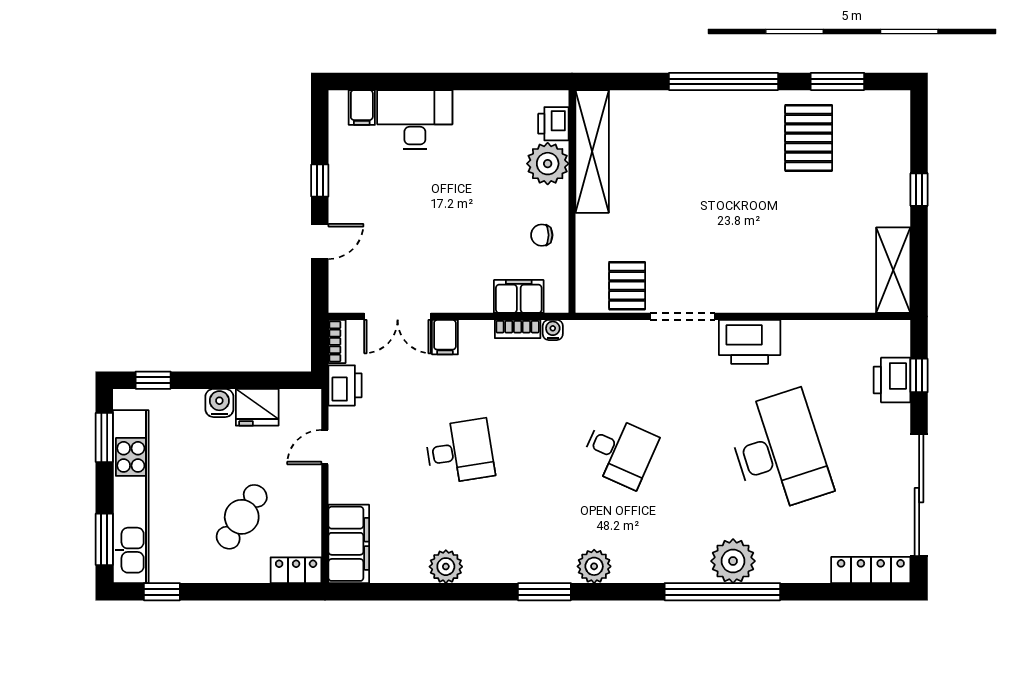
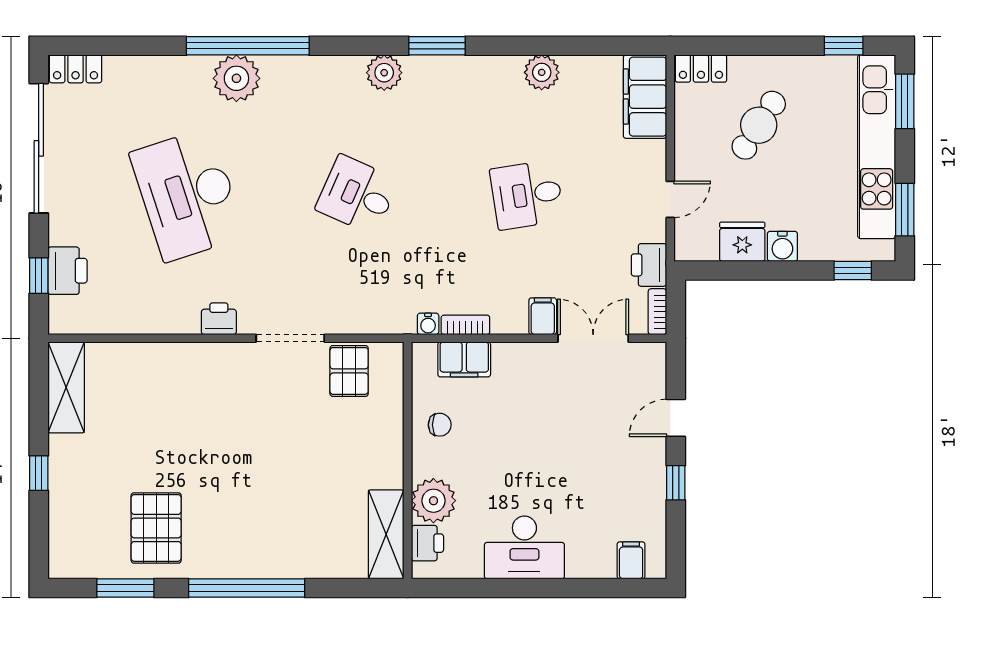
desk: (415, 120) -> (524, 547), moved
shelving: (592, 151) -> (386, 534), width x0.68
printer: (750, 342) -> (219, 319), width x0.53, depth x0.68
locker: (871, 570) -> (75, 69), width x0.66

